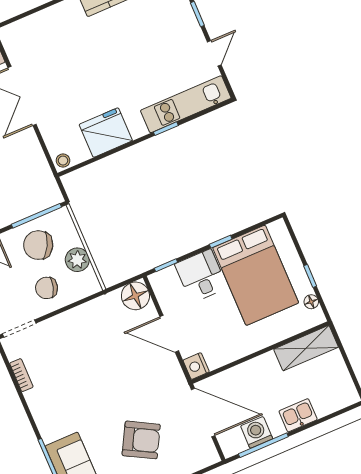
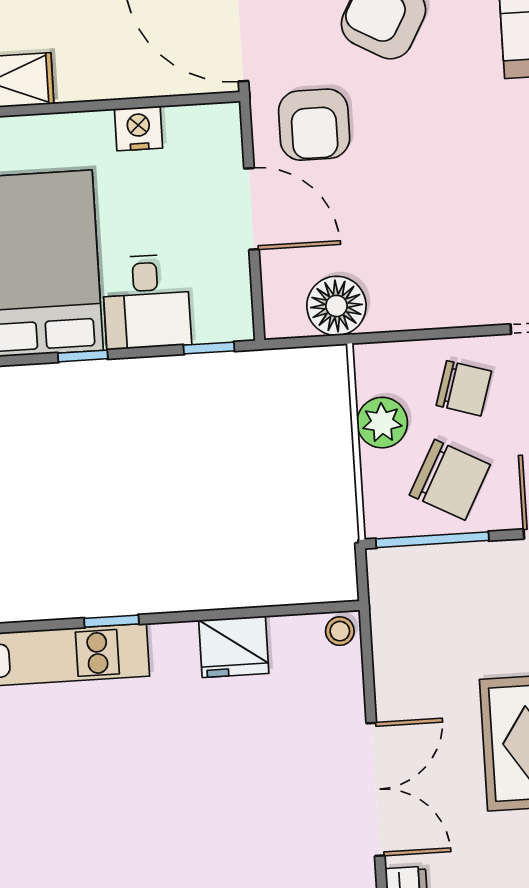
fridge: (106, 133) -> (234, 647), width x0.73, depth x0.75
floor lamp: (135, 296) -> (336, 306), moved
nightstand: (196, 366) -> (138, 128), moved, turned -90
armchair: (155, 381) -> (314, 125), added

